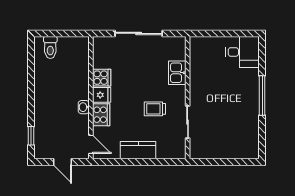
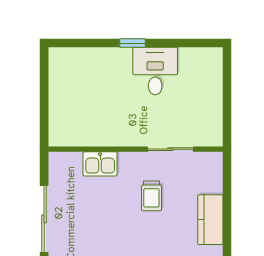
desk: (242, 52) -> (155, 71), moved
window: (262, 96) -> (133, 43), width x0.46

